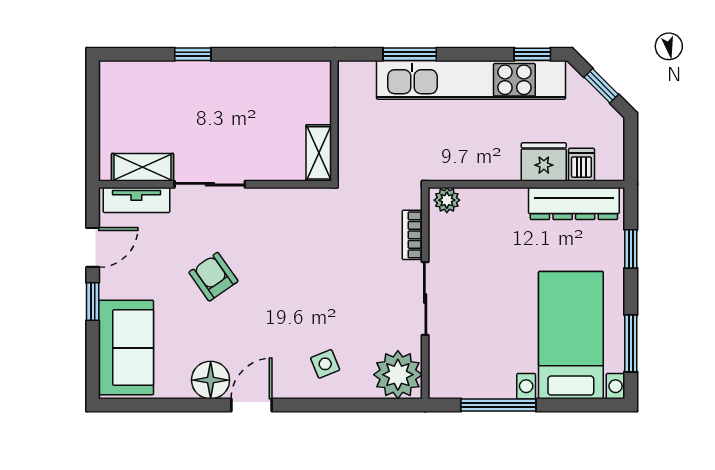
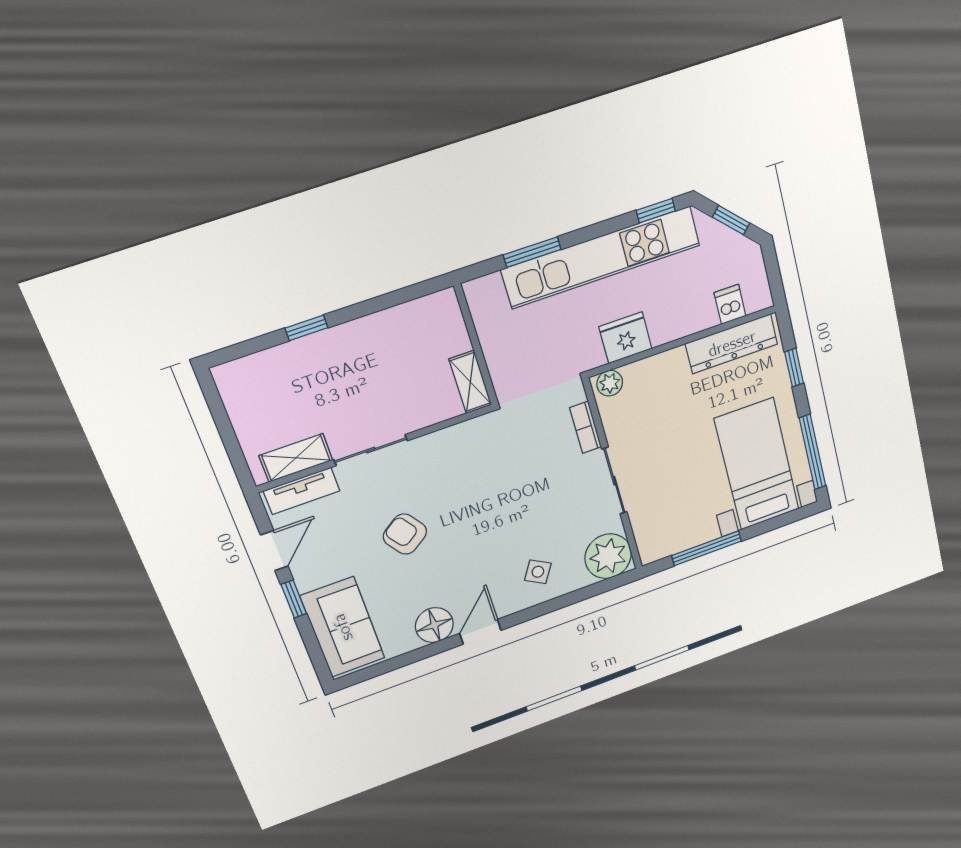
fridge: (544, 162) -> (625, 338), moved
window: (631, 343) -> (813, 452), width x1.44
side table: (325, 364) -> (538, 572), turned -37

